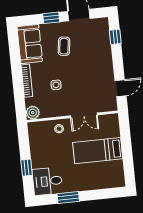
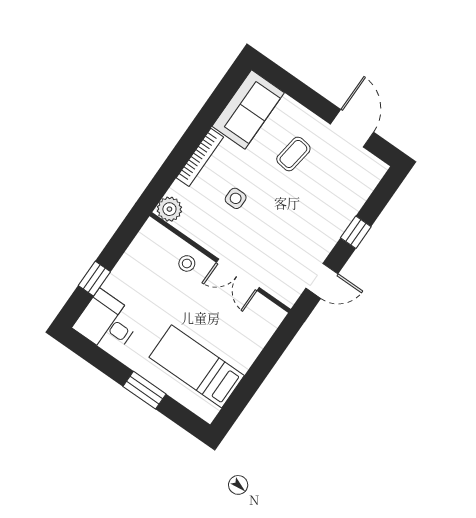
window: (51, 18) -> (310, 99), removed
window: (115, 37) -> (356, 232), moved
bed: (98, 151) -> (197, 366), moved
window: (68, 197) -> (145, 390), moved

